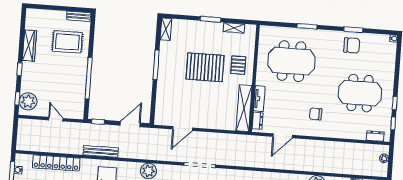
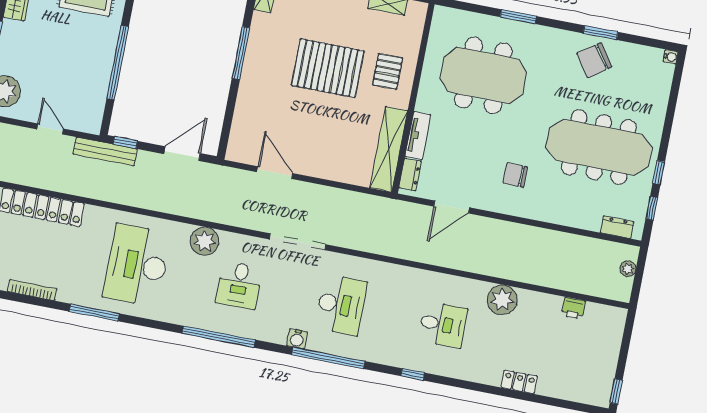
chair: (352, 45) -> (594, 60), turned 145
meeting table: (360, 93) -> (599, 147), width x1.36
door: (183, 128) -> (275, 173), swing flipped
bench: (101, 151) -> (105, 152), moved

